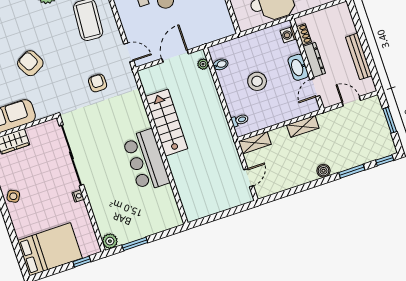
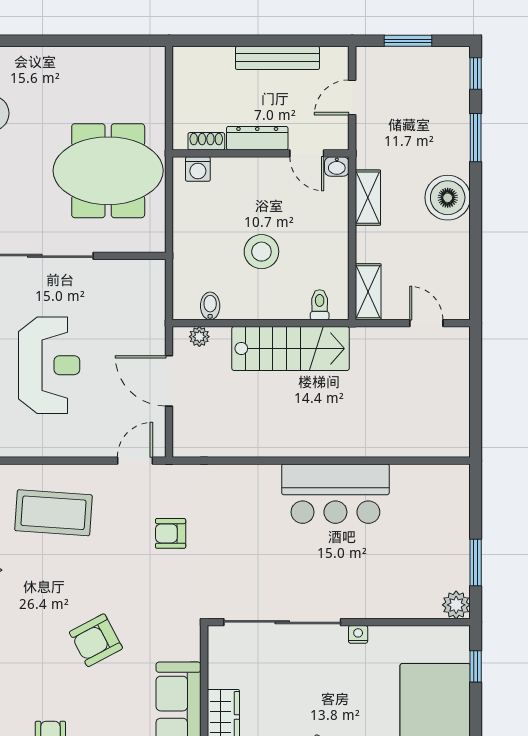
washbasin: (298, 67) -> (337, 166), moved, width x0.52, depth x0.69
stairs: (167, 123) -> (291, 348), moved, turned 180
boiler: (323, 171) -> (448, 198), width x1.86, depth x1.86

